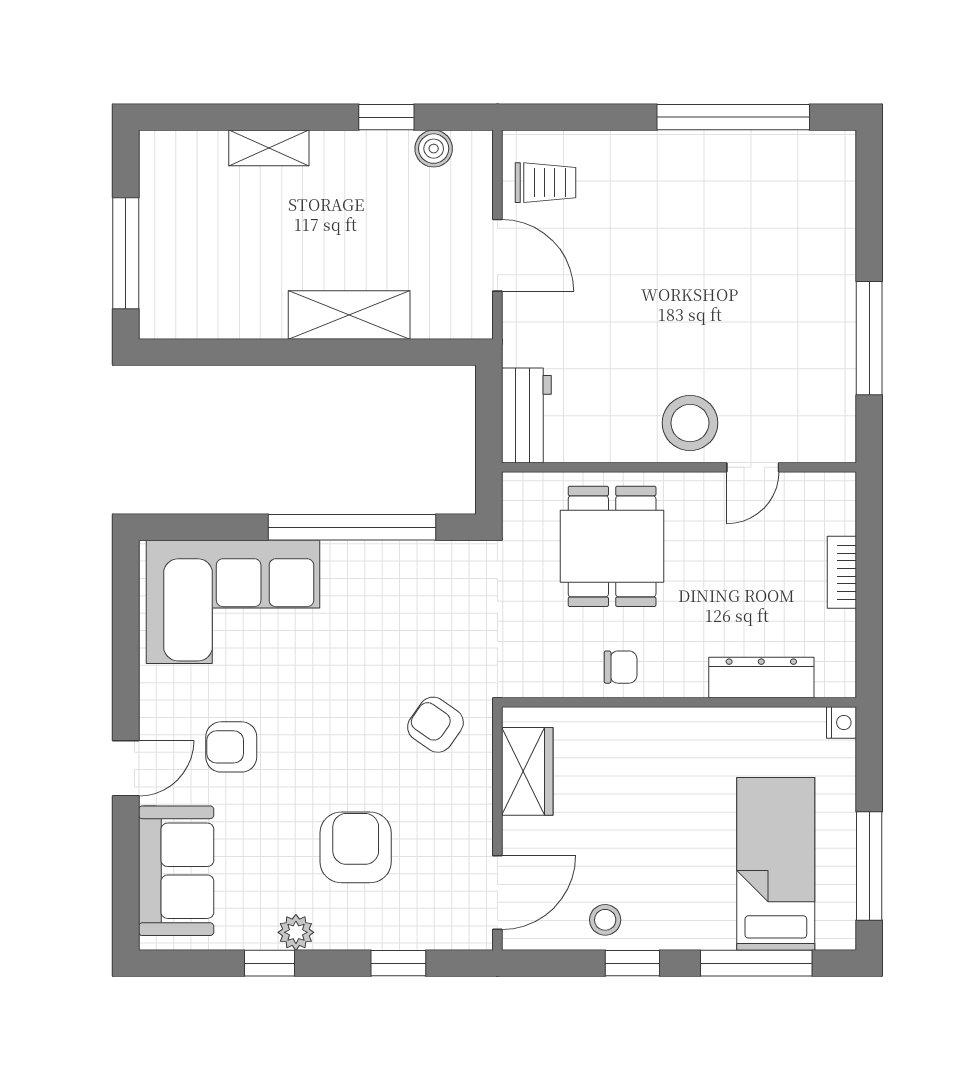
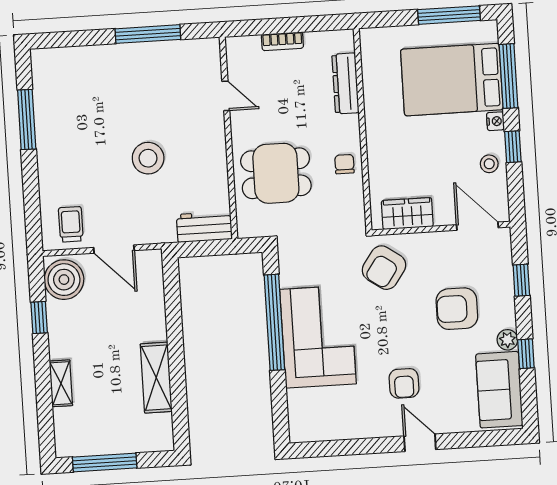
window: (733, 117) -> (27, 119), width x0.68
boiler: (434, 149) -> (64, 280), width x1.86, depth x1.86
window: (126, 253) -> (105, 463), moved
door: (497, 255) -> (114, 249), swing flipped
shelving: (349, 315) -> (156, 378), moved
stool: (690, 423) -> (148, 158), moved
corner sofa: (233, 602) -> (318, 337), moved
nightstand: (841, 722) -> (495, 121), moved, turned 90
armchair: (435, 725) -> (384, 268), width x1.38, depth x1.38
bed: (776, 864) -> (452, 80), width x1.50
sofa: (176, 871) -> (499, 390), moved, turned -90

